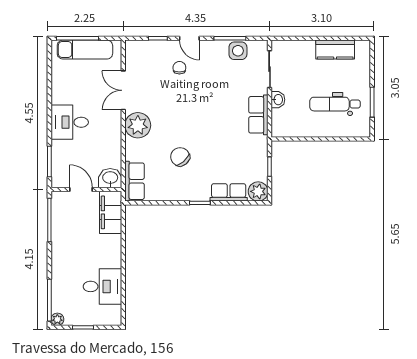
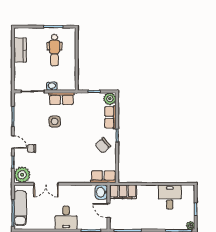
door: (189, 38) -> (13, 142), hinge flipped
side table: (238, 51) -> (55, 121), moved
plant: (138, 125) -> (22, 175), moved
chair: (180, 157) -> (103, 145), moved
door: (81, 189) -> (109, 211), hinge flipped

